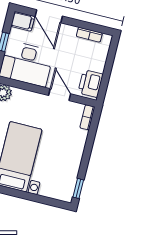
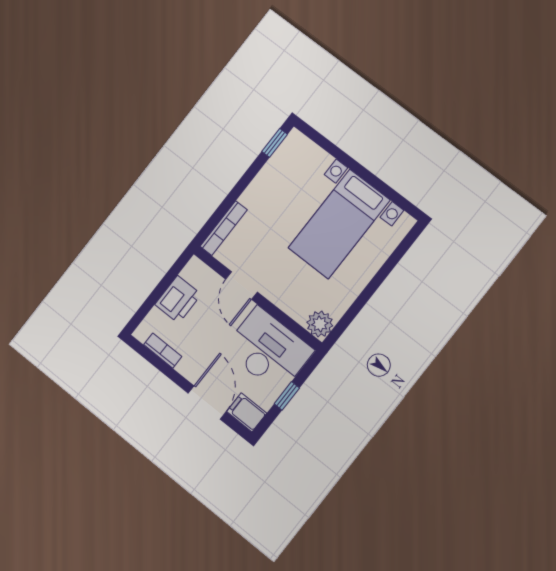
printer: (90, 84) -> (178, 299), moved
bookcase: (87, 117) -> (224, 228), width x1.56

